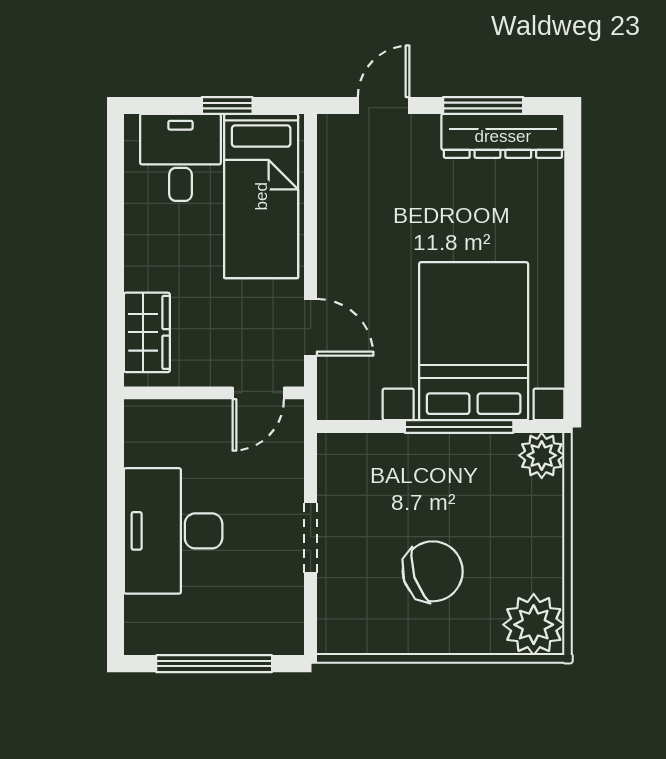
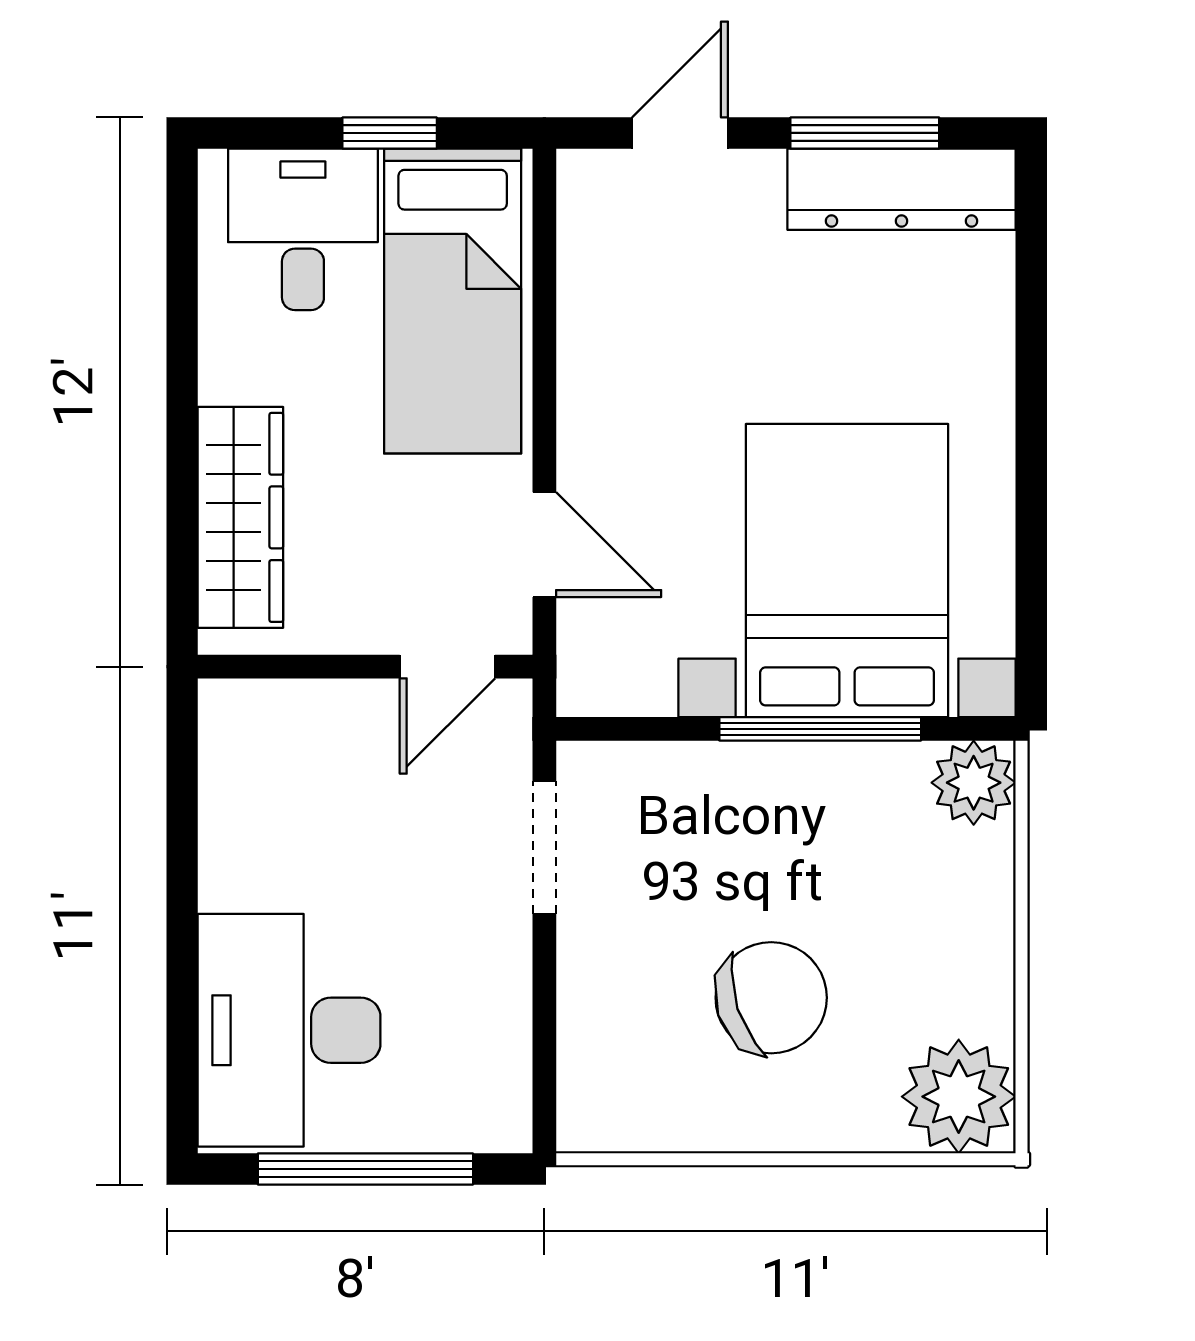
wardrobe: (147, 332) -> (240, 517), width x1.50
desk: (173, 531) -> (289, 1030), moved
doorway: (311, 537) -> (544, 848), moved

